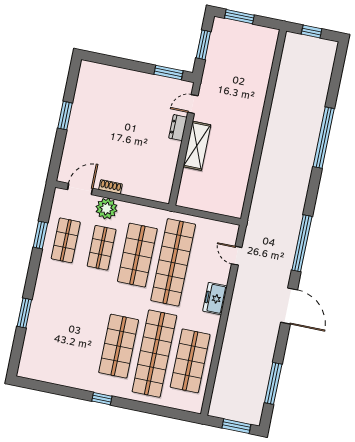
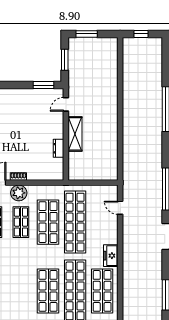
dresser: (178, 128) -> (58, 148), moved
freezer: (215, 299) -> (111, 256), moved

